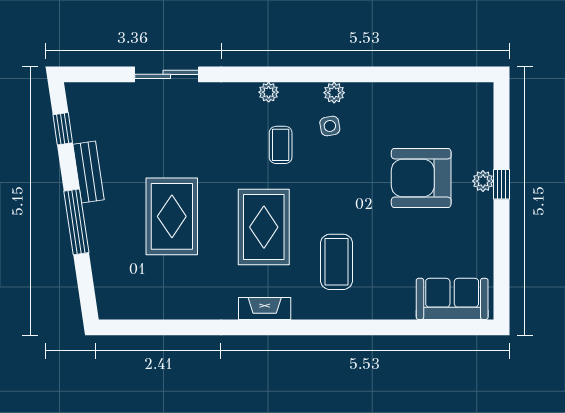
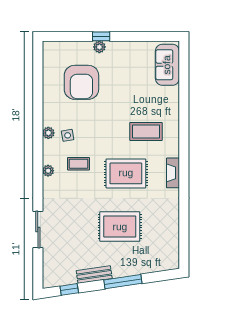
armchair: (421, 178) -> (81, 82), moved

